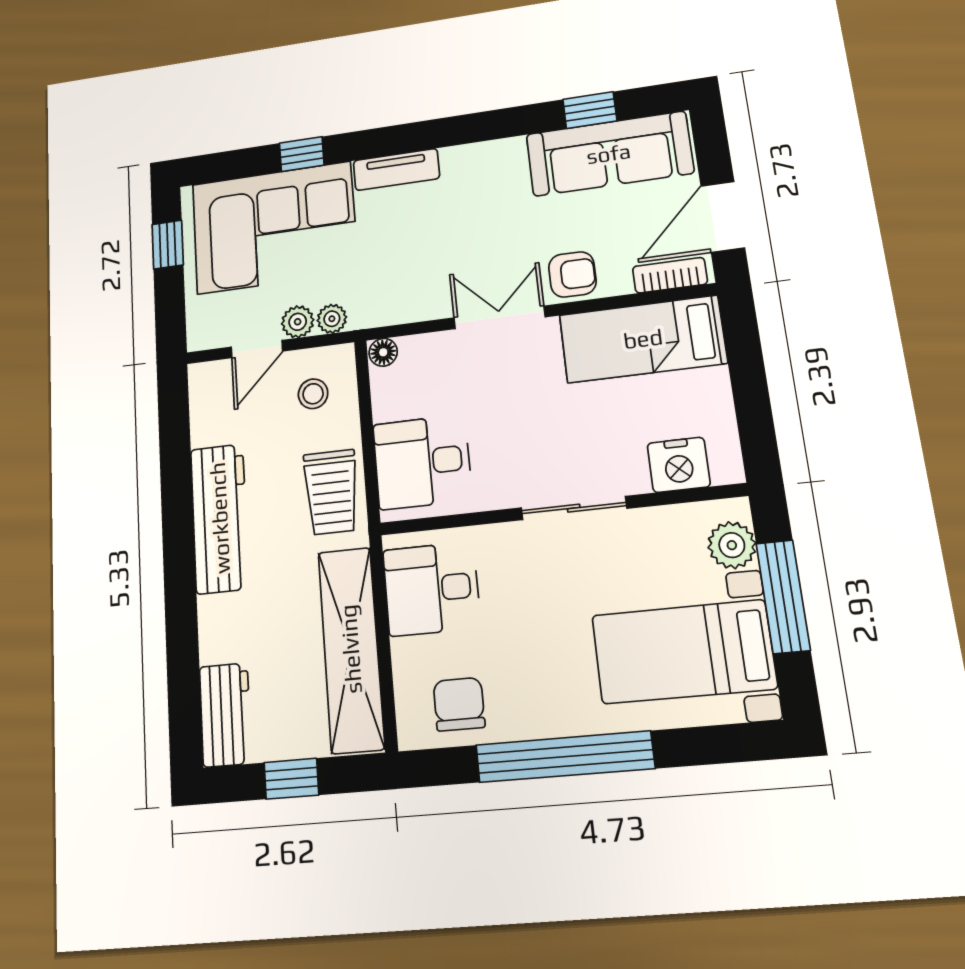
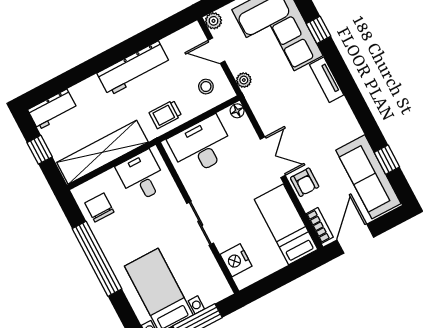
door: (723, 217) -> (355, 239), hinge flipped
plant: (298, 322) -> (213, 21), moved
desk: (422, 462) -> (201, 146), width x1.37
trolley: (331, 492) -> (165, 114), width x0.73, depth x0.72
plant: (732, 545) -> (210, 294), removed
chair: (459, 704) -> (99, 208), turned -90

